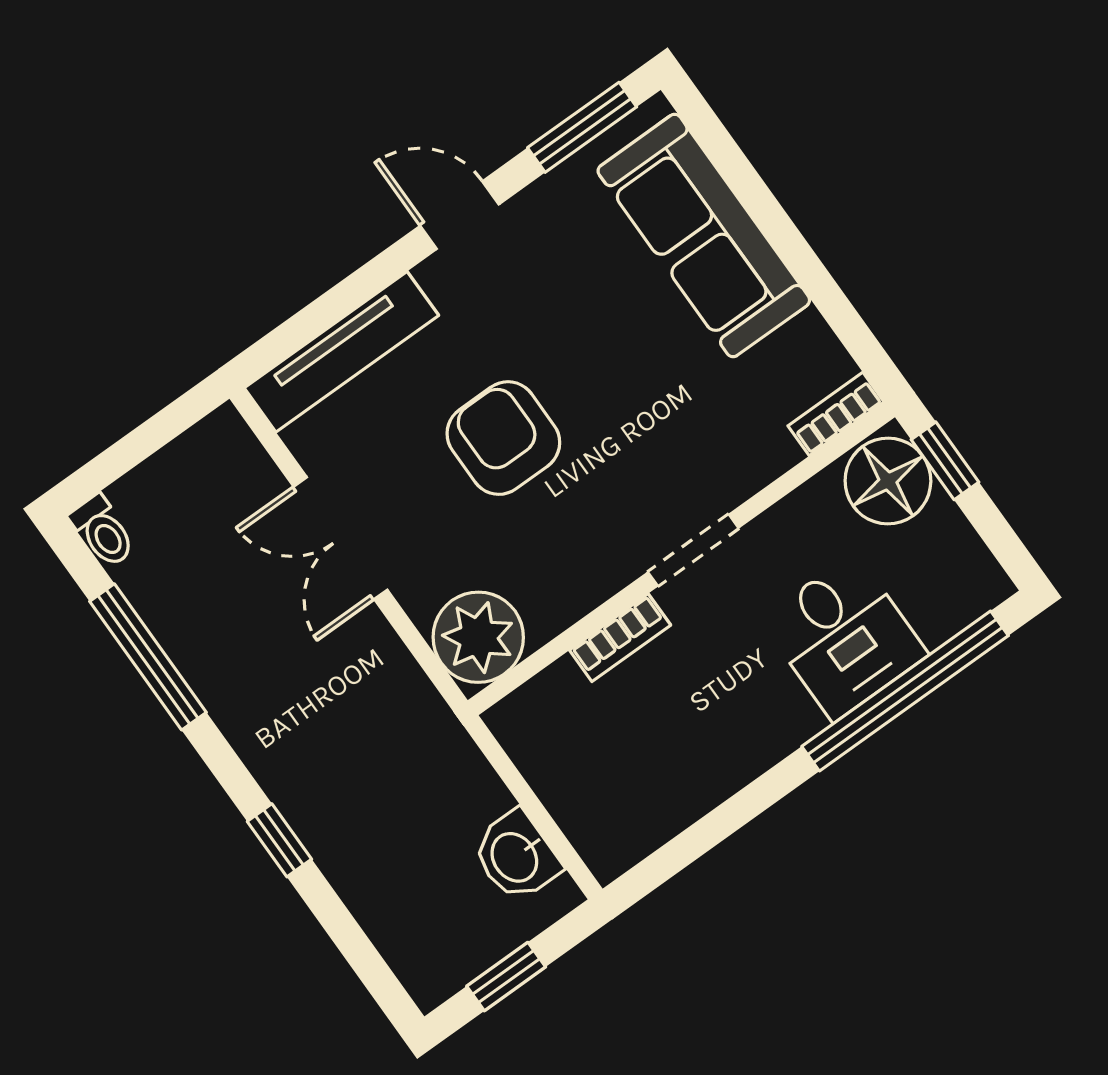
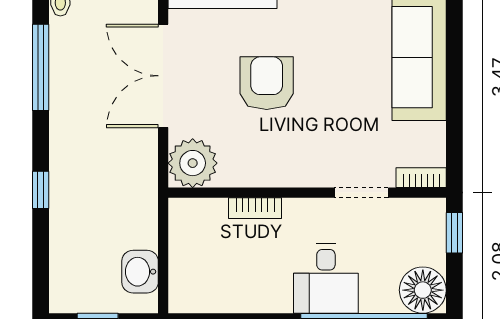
floor lamp: (888, 481) -> (423, 290), moved
double door: (340, 538) -> (163, 76), width x1.37
doorway: (693, 550) -> (361, 193), moved
desk: (844, 637) -> (326, 279), moved

